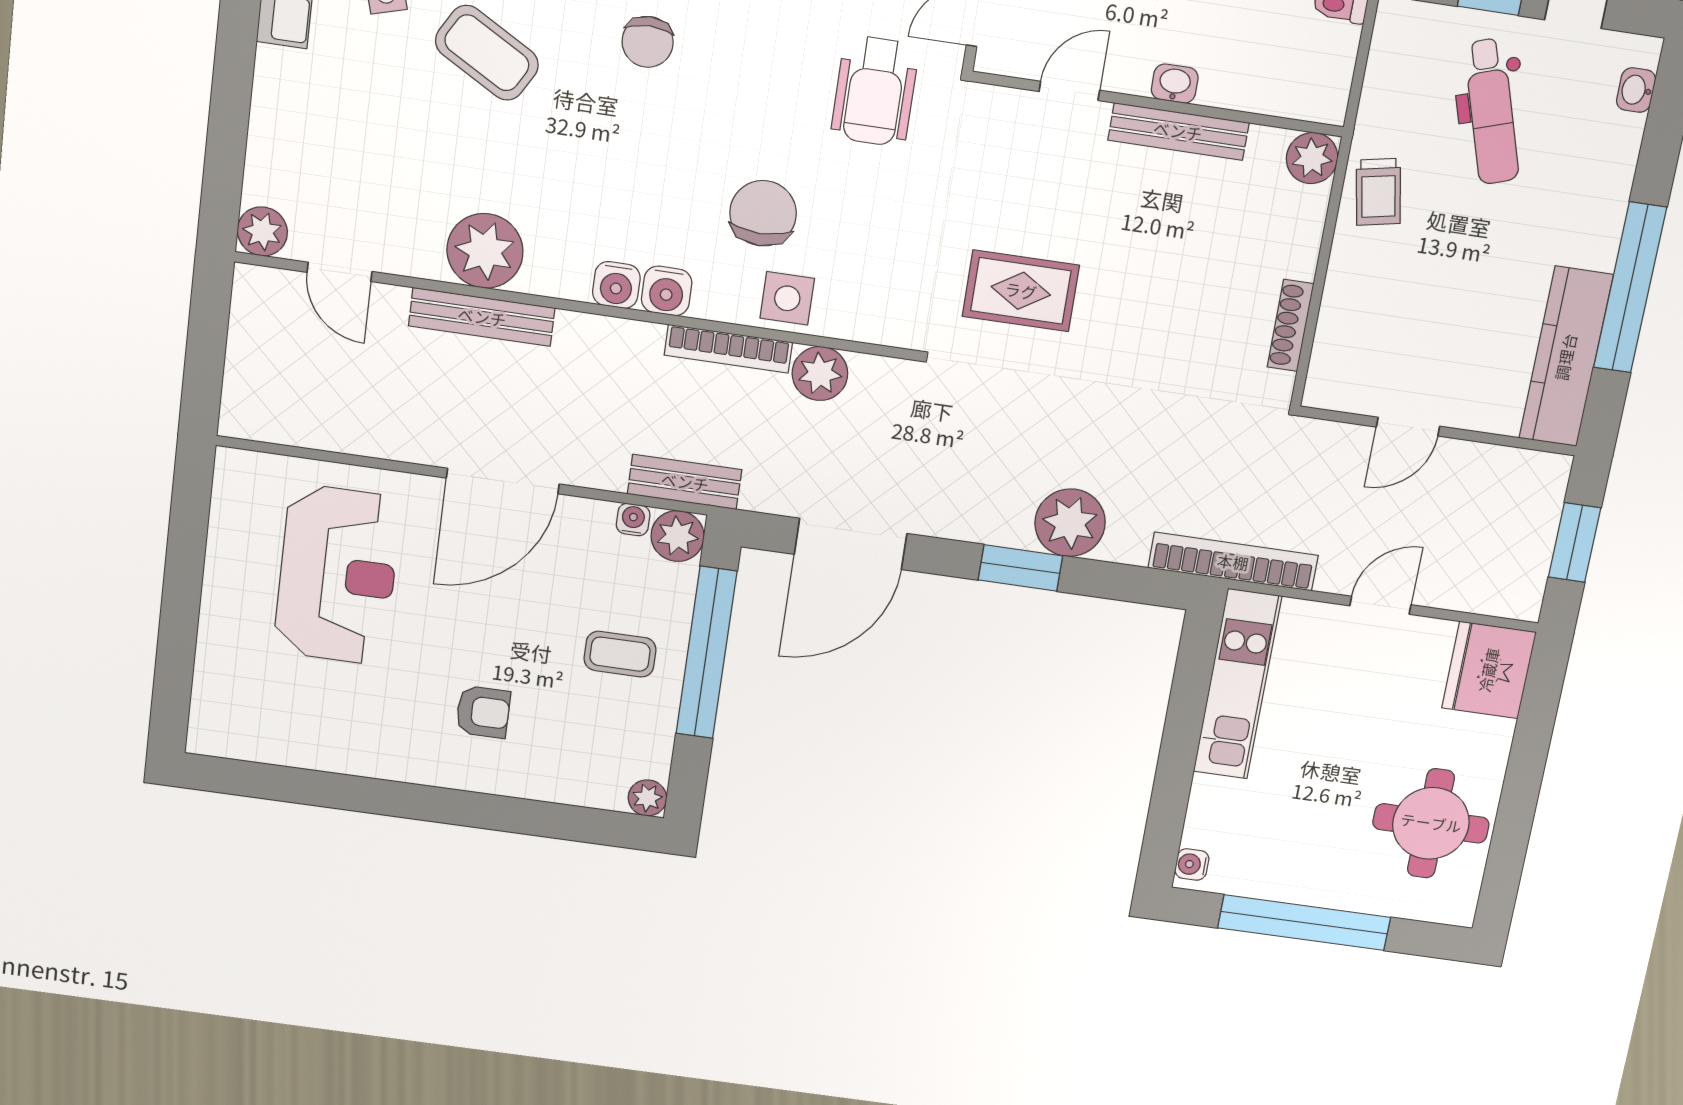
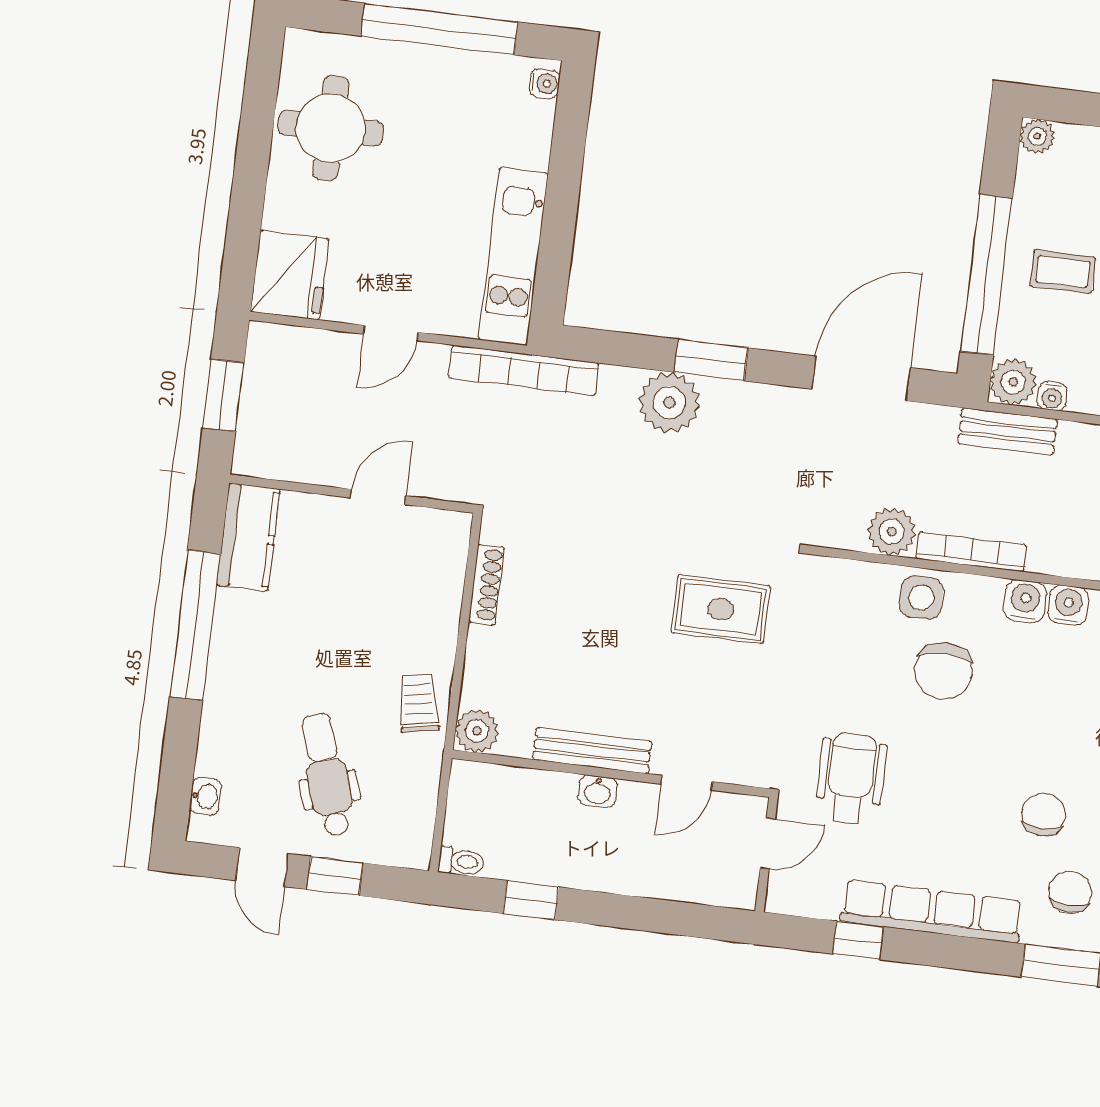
kitchen counter: (1566, 357) -> (248, 537), width x0.67

